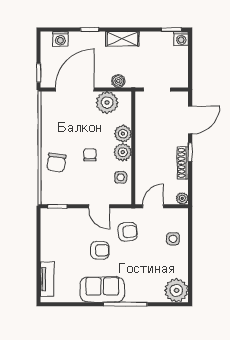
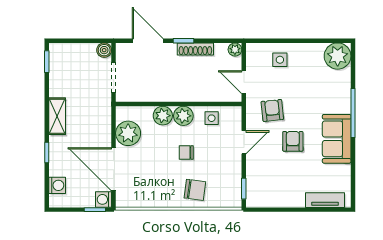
washing machine: (181, 38) -> (104, 199), moved, turned 180
boiler: (118, 81) -> (104, 50), moved

